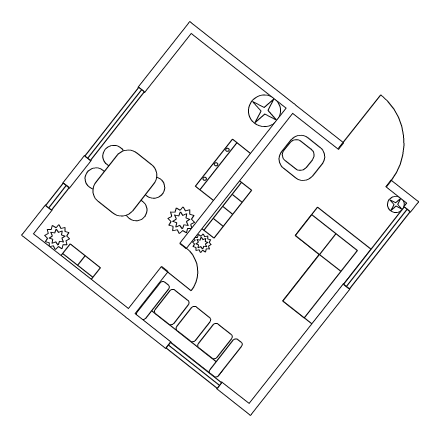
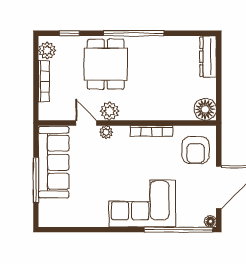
armchair: (302, 158) -> (196, 150), turned 180
dresser: (223, 170) -> (208, 57), moved, turned -90
bookcase: (226, 209) -> (152, 131), moved
door: (174, 258) -> (86, 123), swing flipped
bookcase: (81, 262) -> (44, 81), width x1.56

